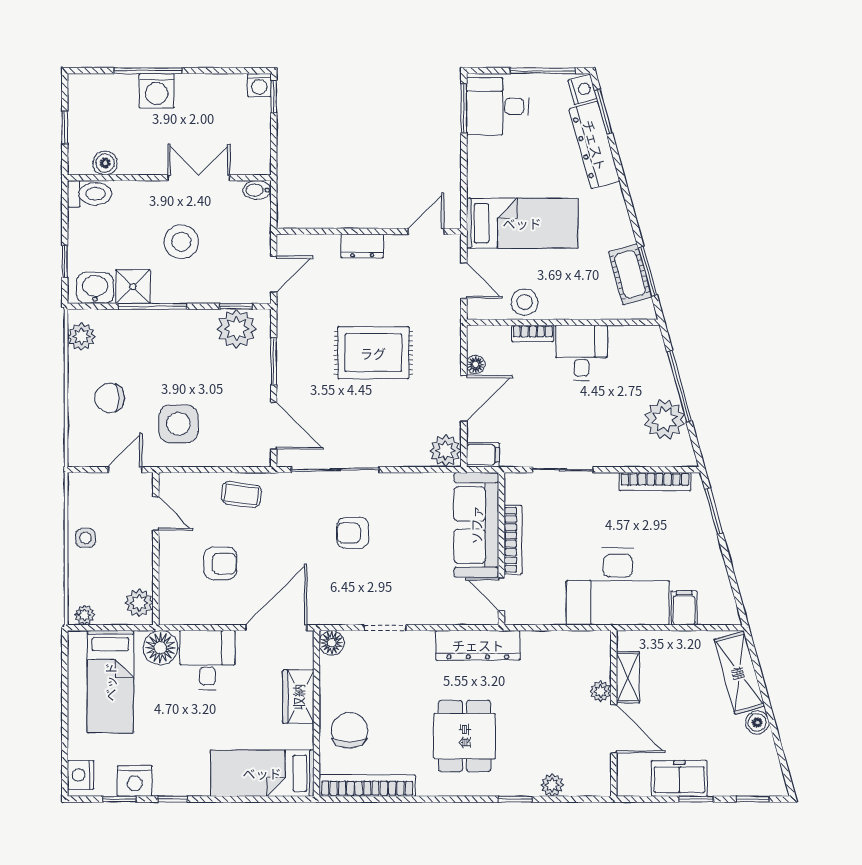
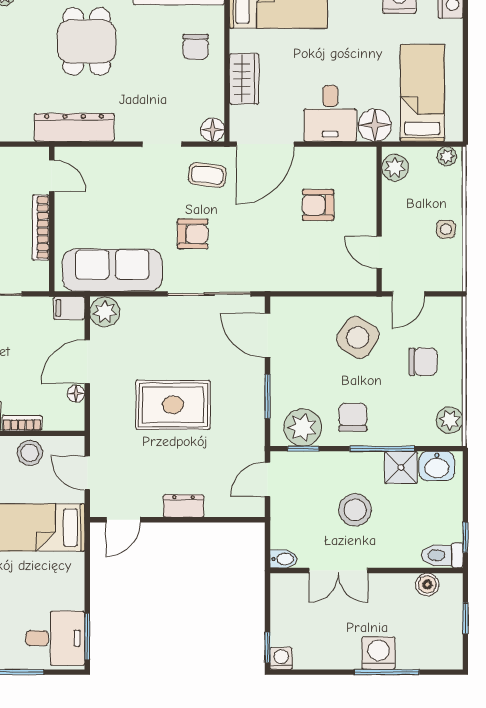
window: (65, 261) -> (465, 537), moved
chair: (184, 340) -> (353, 417), added
side table: (178, 424) -> (358, 337), turned 33
coffee table: (241, 495) -> (207, 175), moved
sofa: (476, 525) -> (112, 270), moved, turned -90
chair: (349, 730) -> (196, 47), width x0.73, depth x0.73

